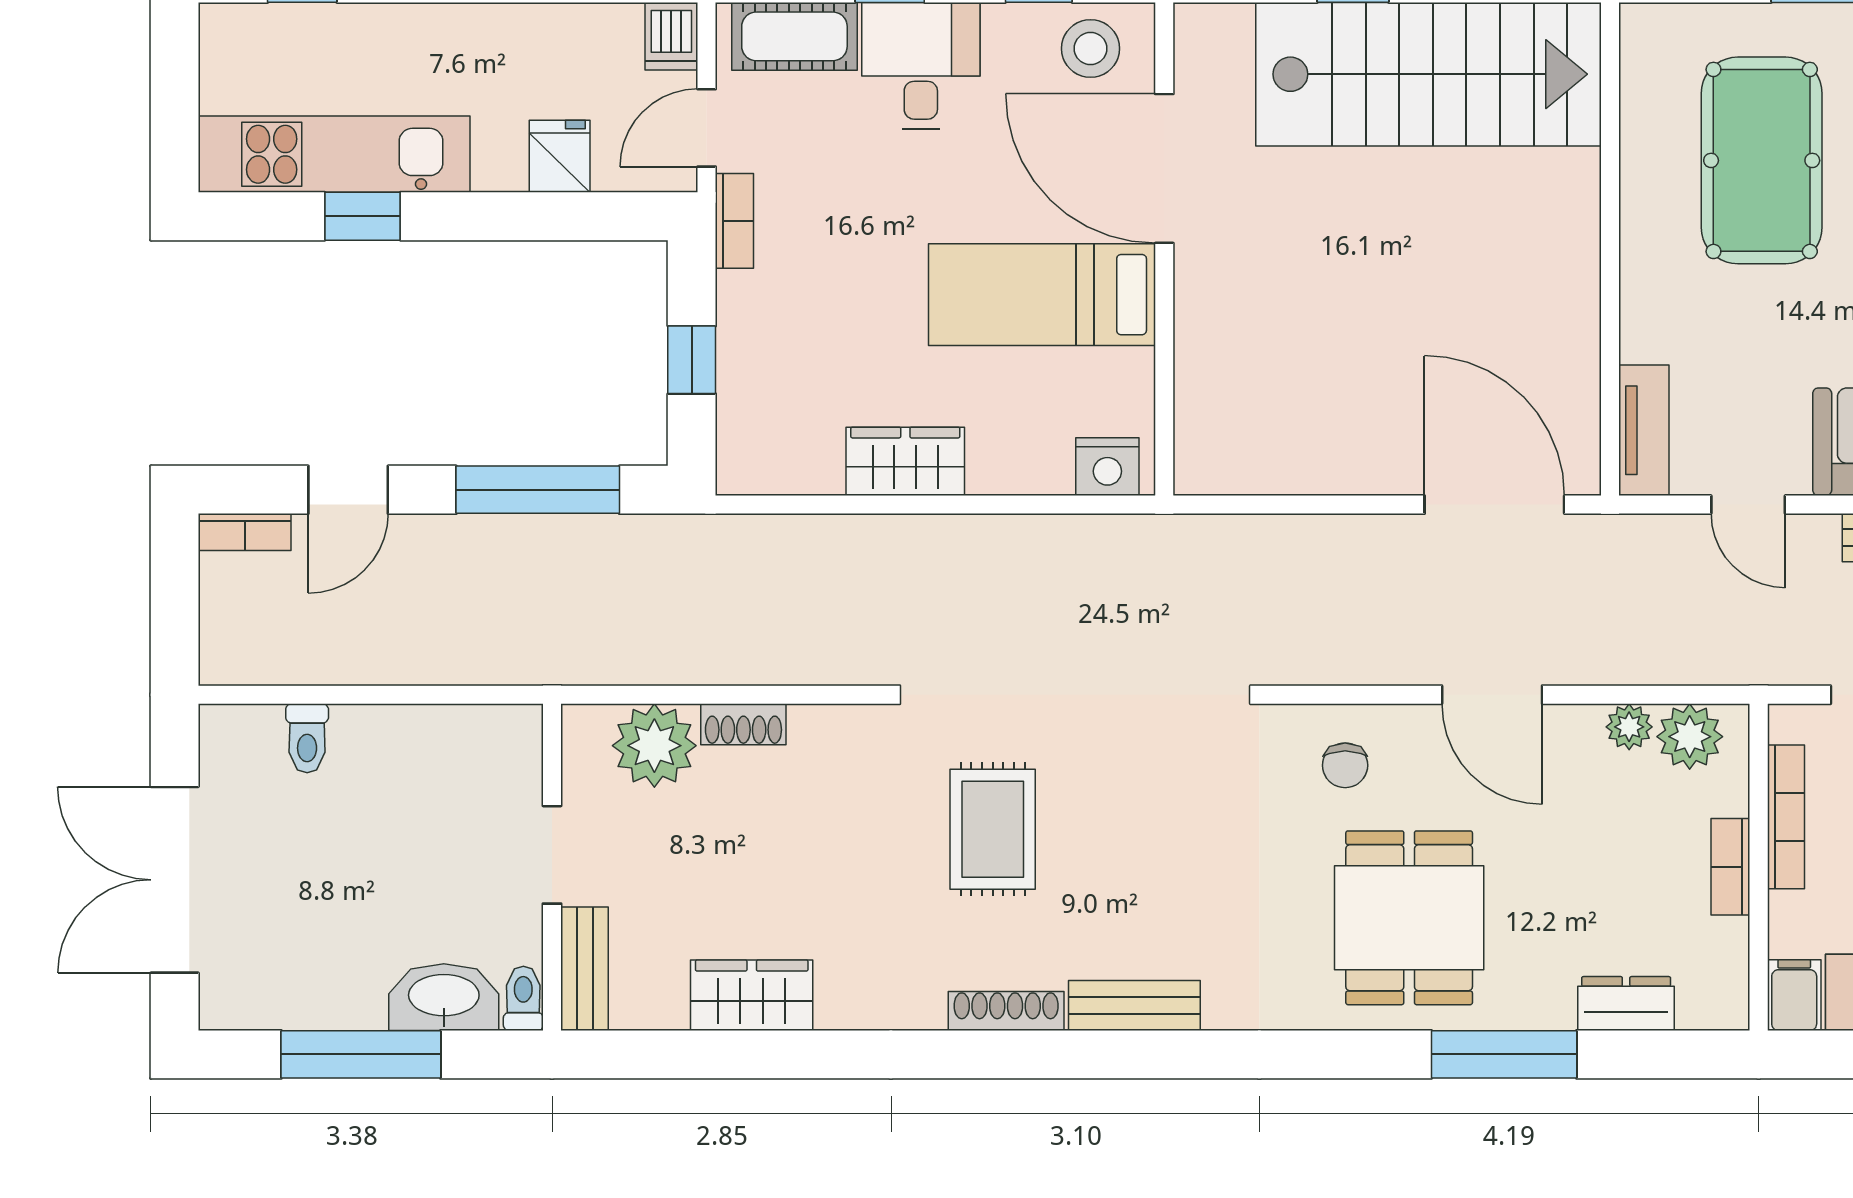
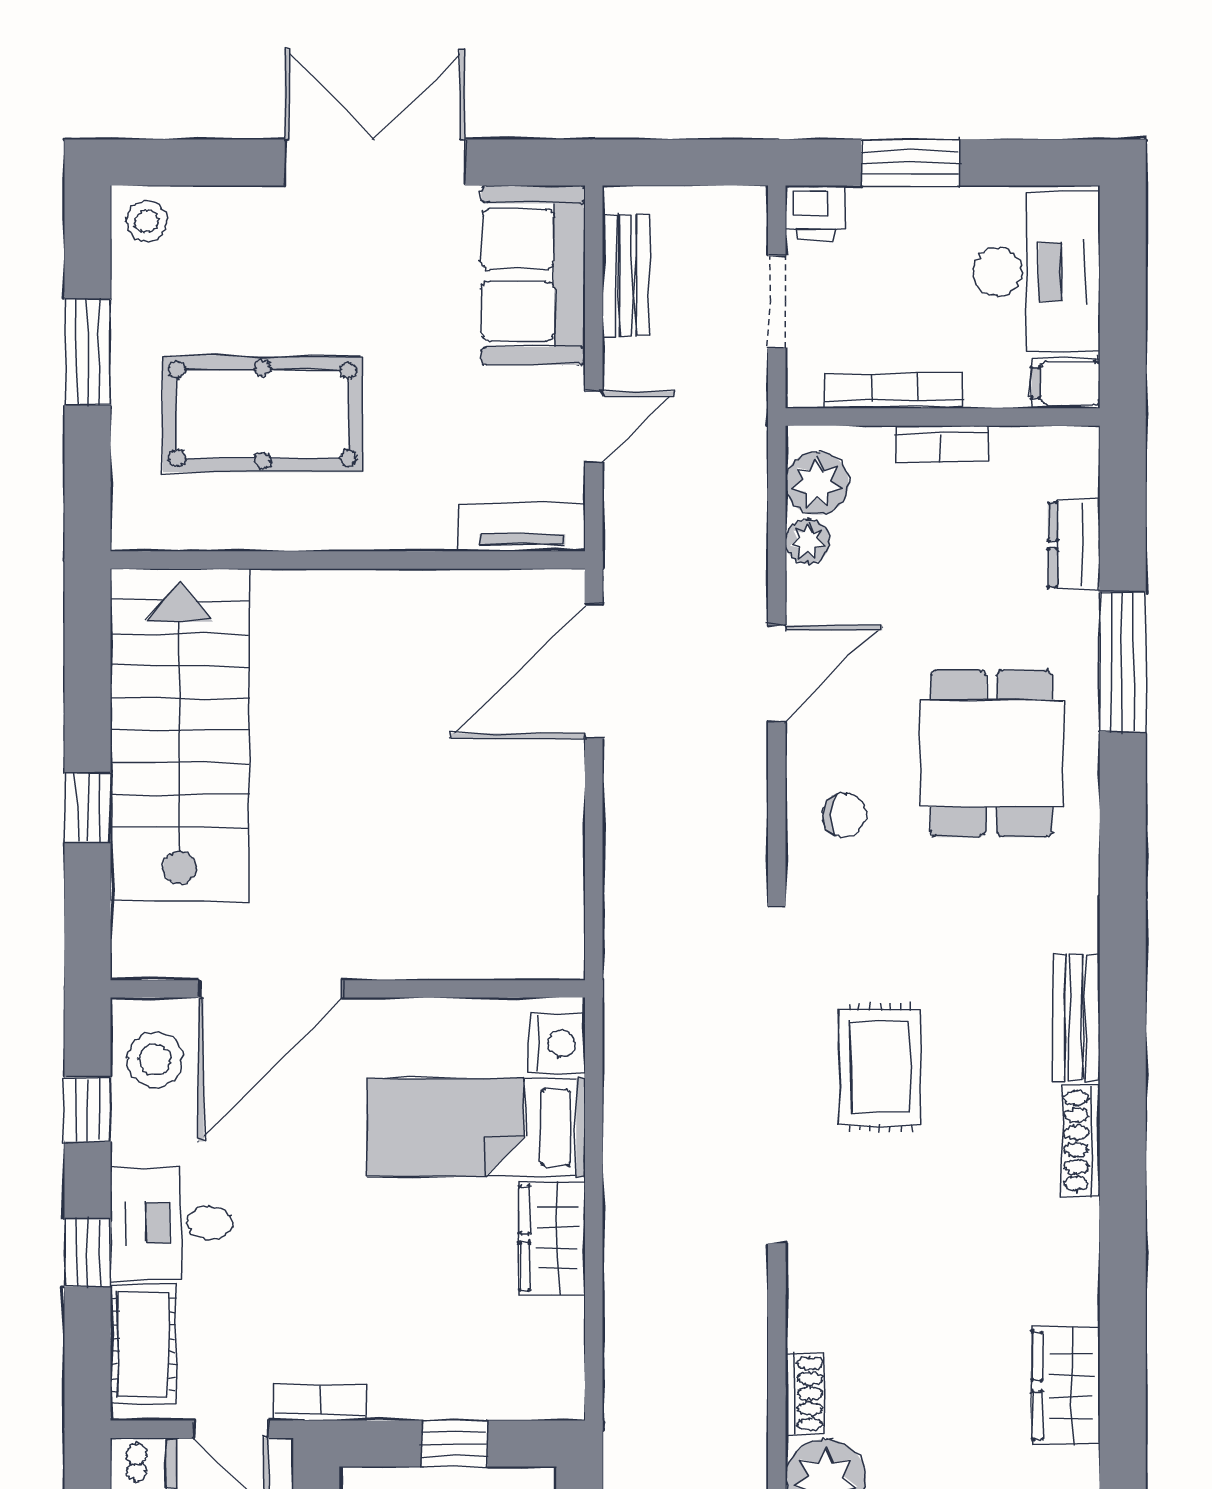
bed: (1042, 295) -> (476, 1128), moved, turned 90
rug: (993, 829) -> (880, 1067), moved, turned 90
dining table: (1409, 918) -> (991, 753), turned 90

